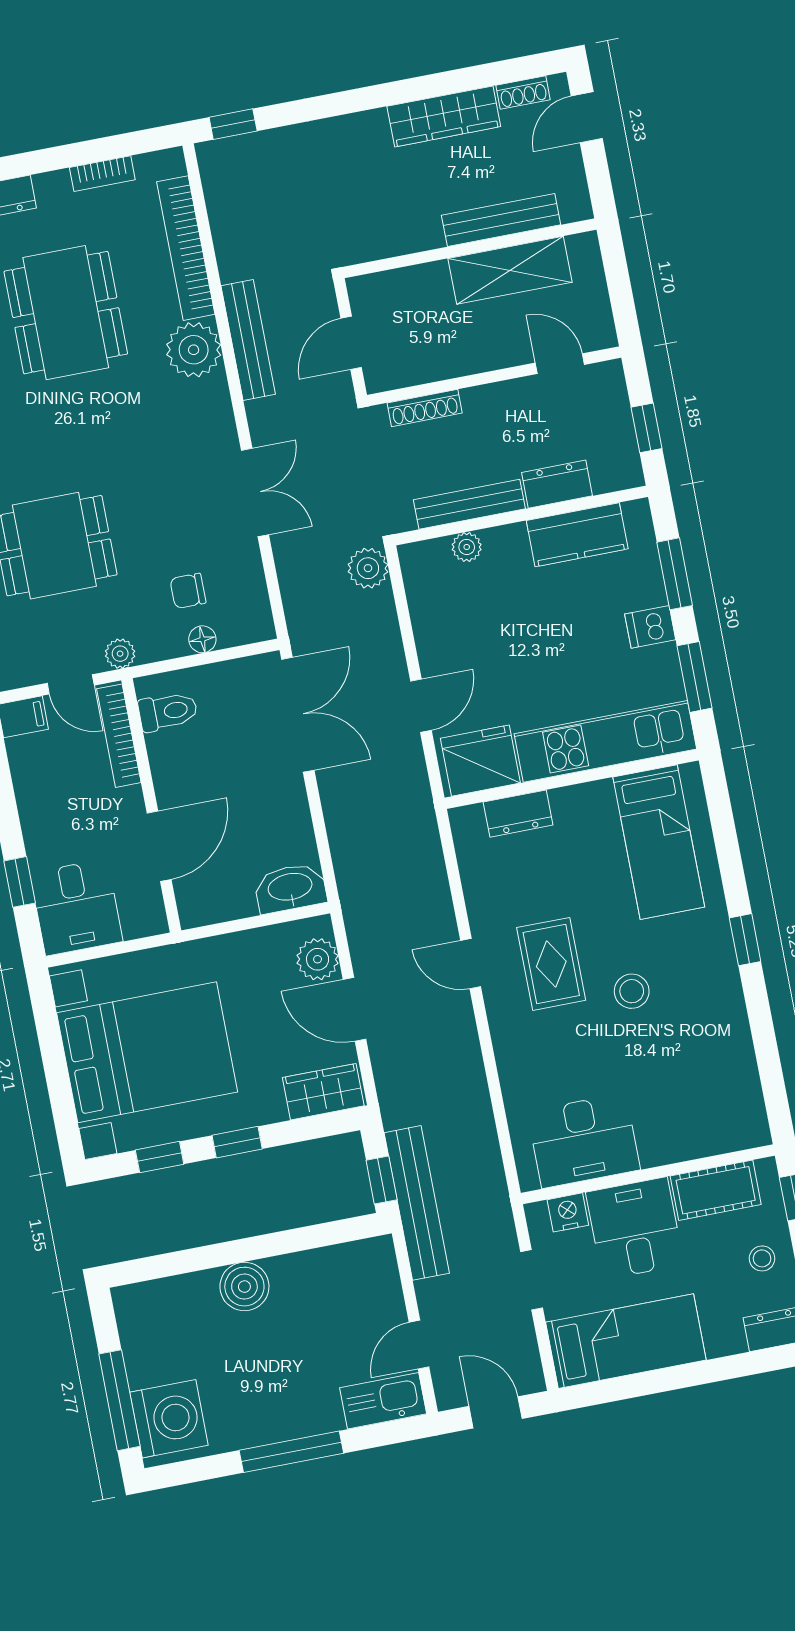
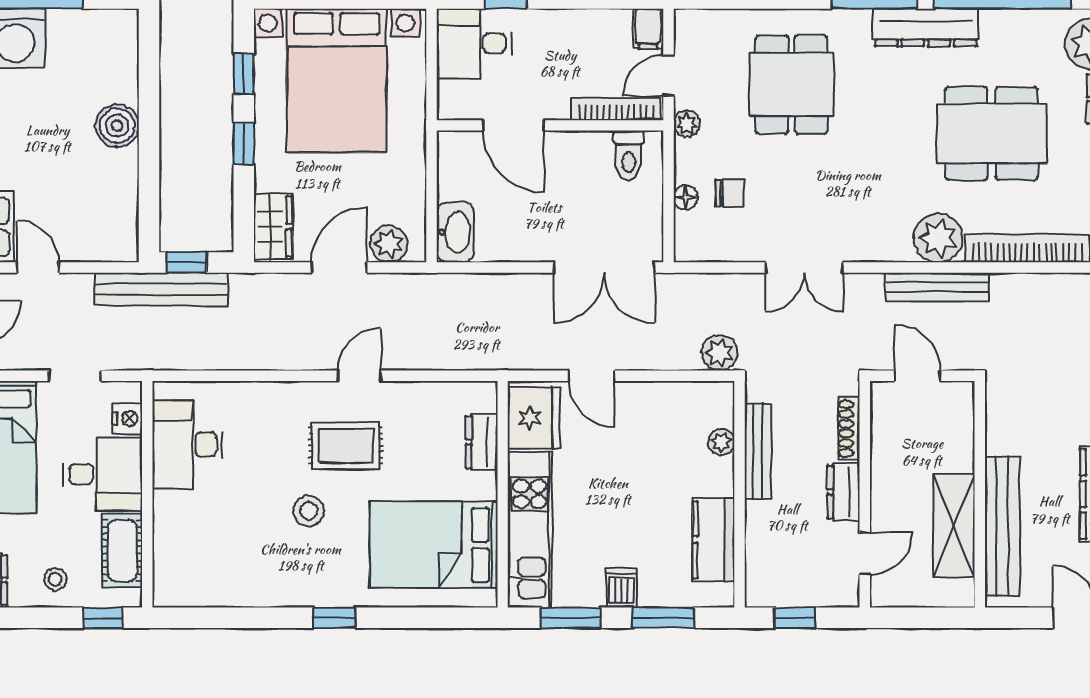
bench: (501, 220) -> (1002, 526), width x1.37, depth x1.21
dresser: (557, 484) -> (843, 492), moved, turned 180
chair: (188, 591) -> (730, 193), turned 90
bed: (659, 842) -> (433, 545), width x1.50

